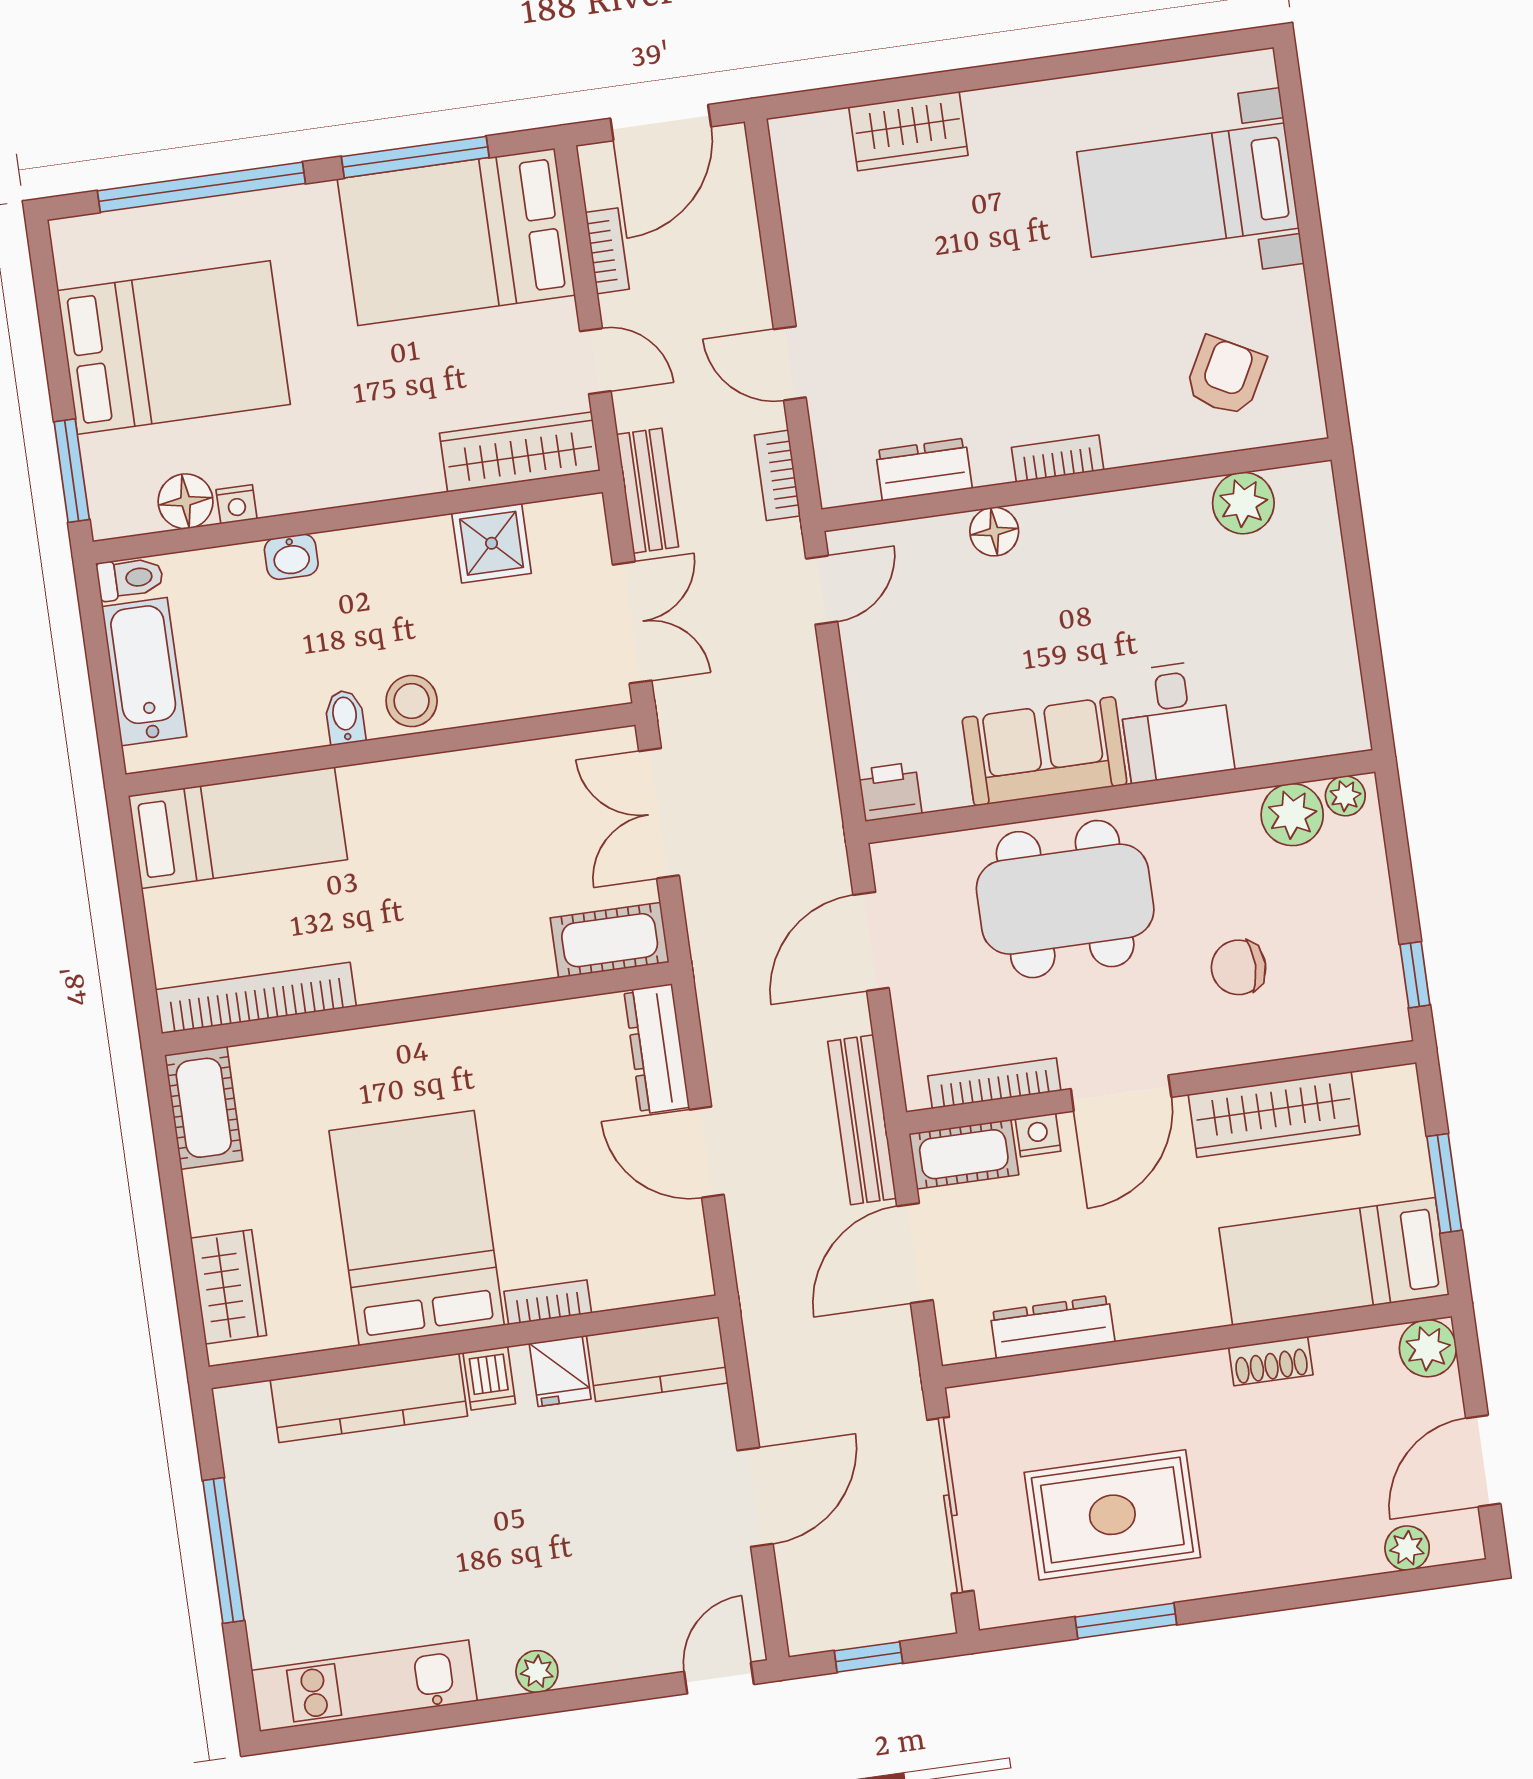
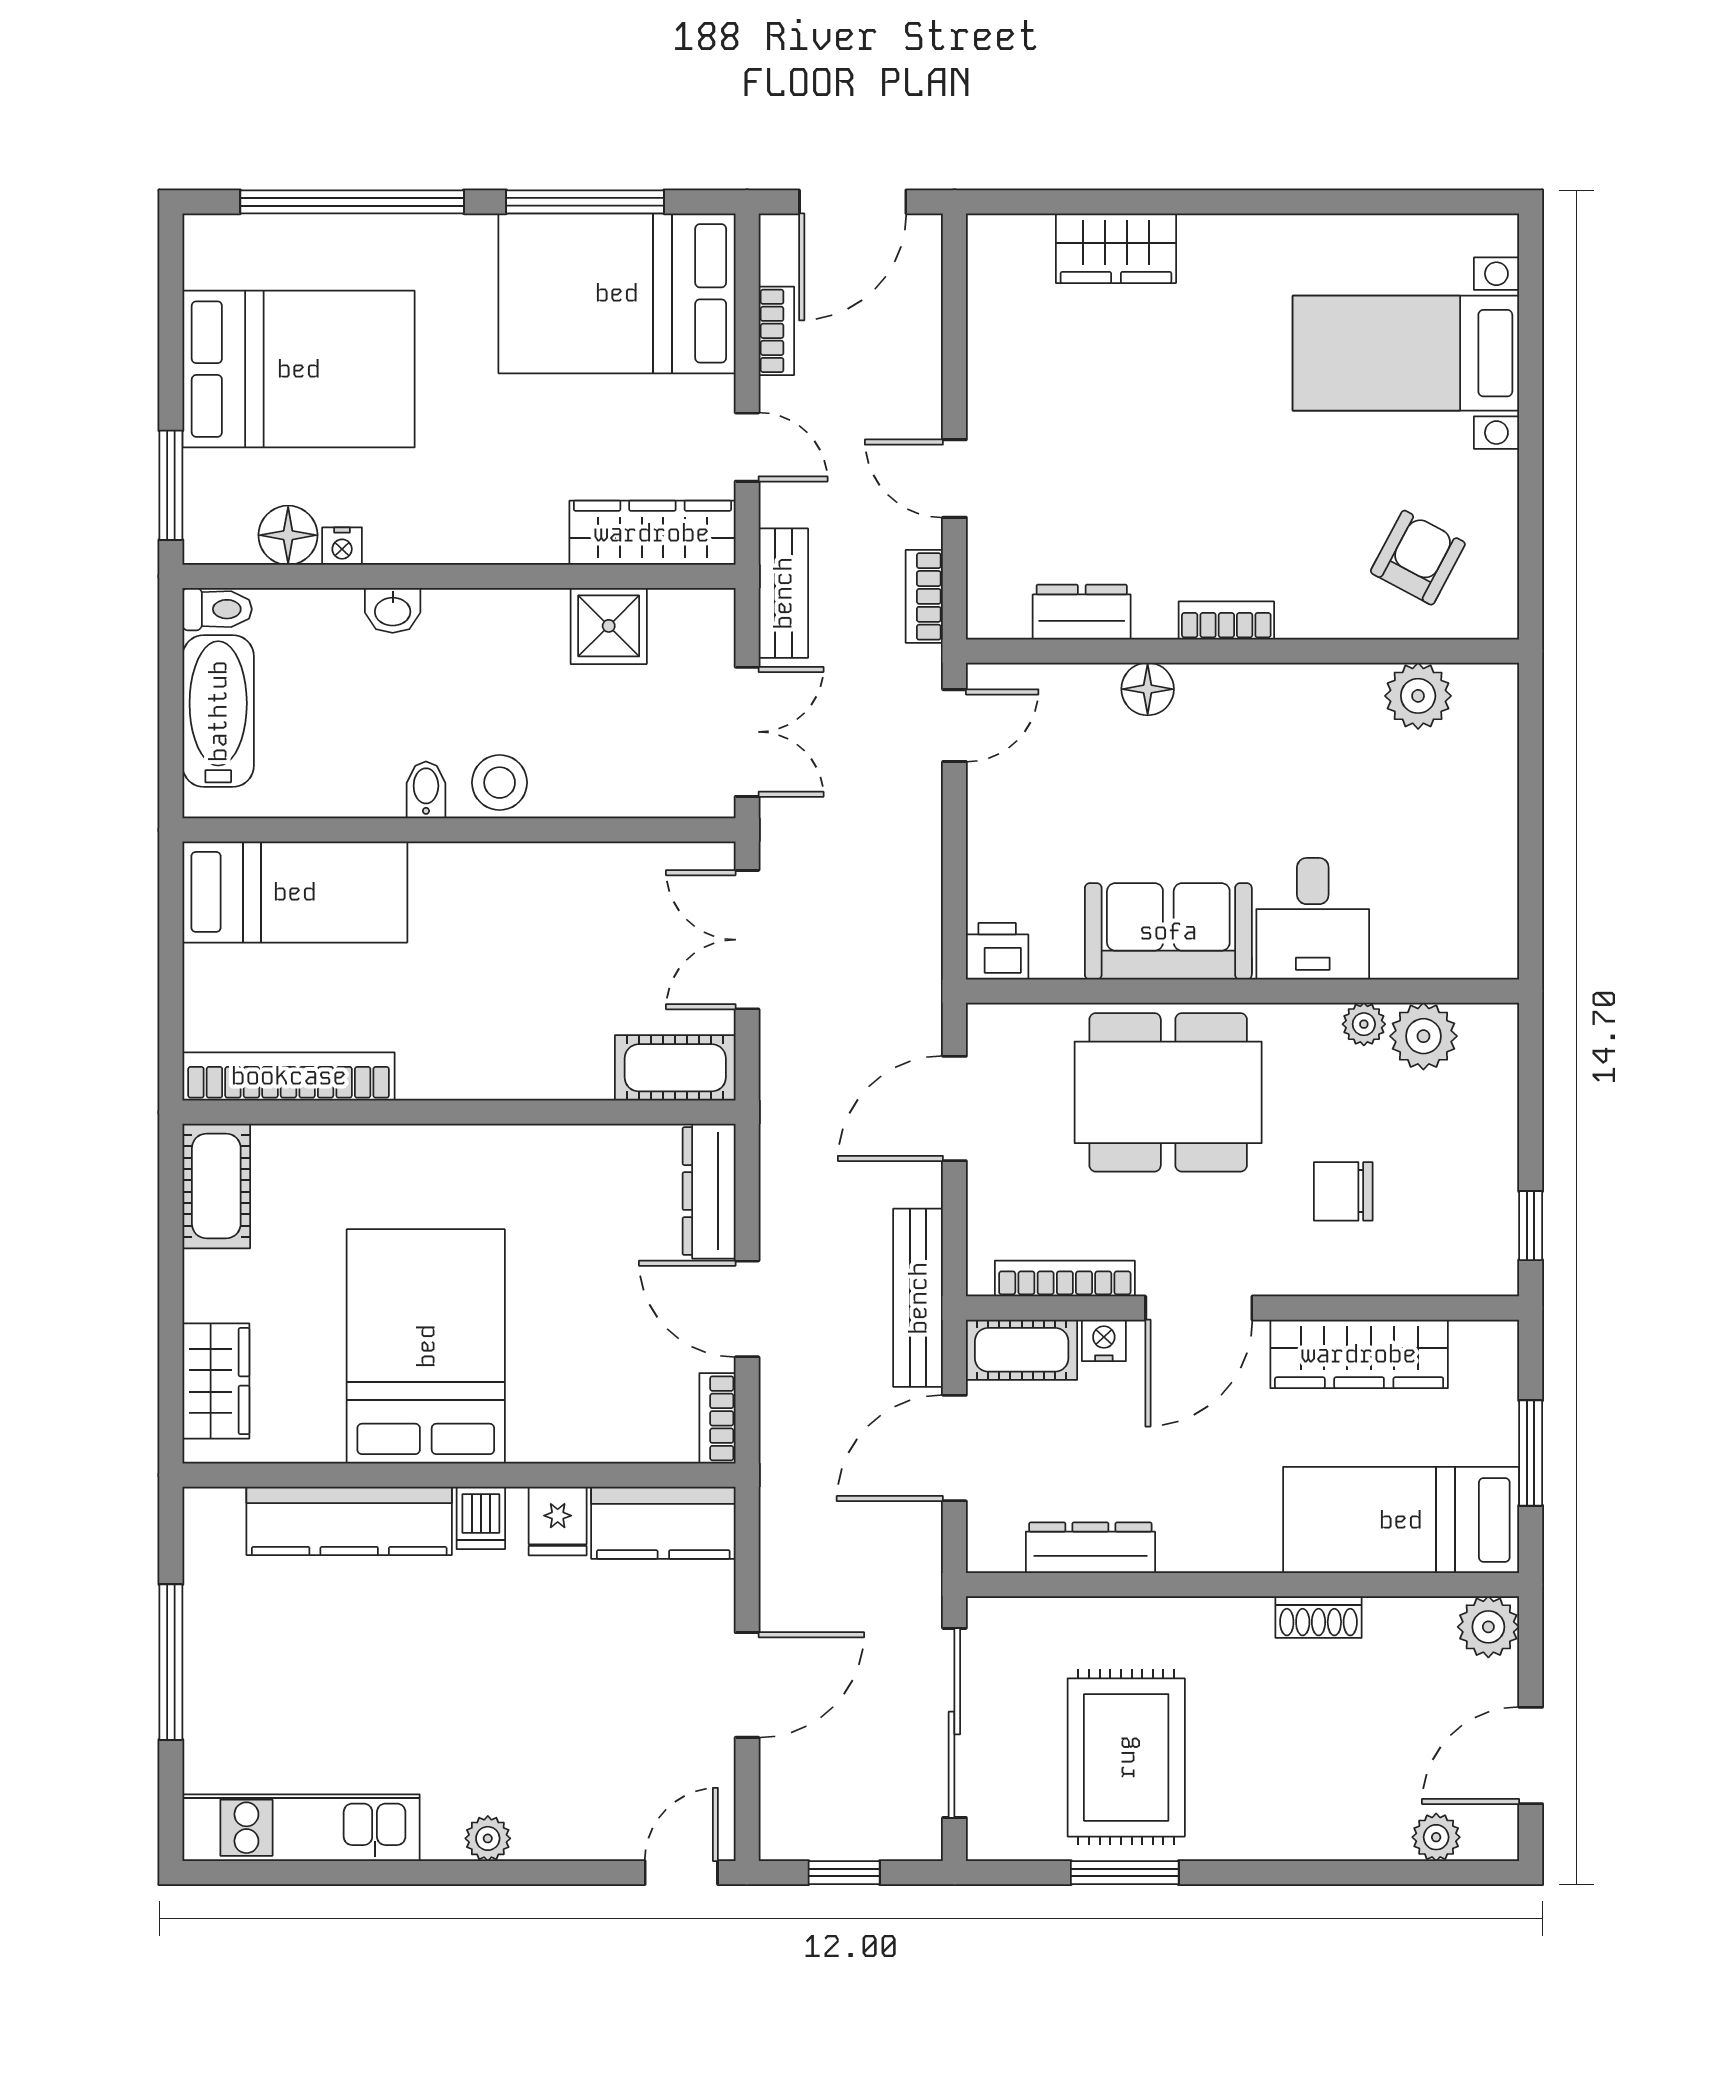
plant: (1345, 796) -> (1364, 1024), moved
bookcase: (548, 1302) -> (717, 1418), moved, turned -90
rug: (1112, 1515) -> (1126, 1757), turned 90

